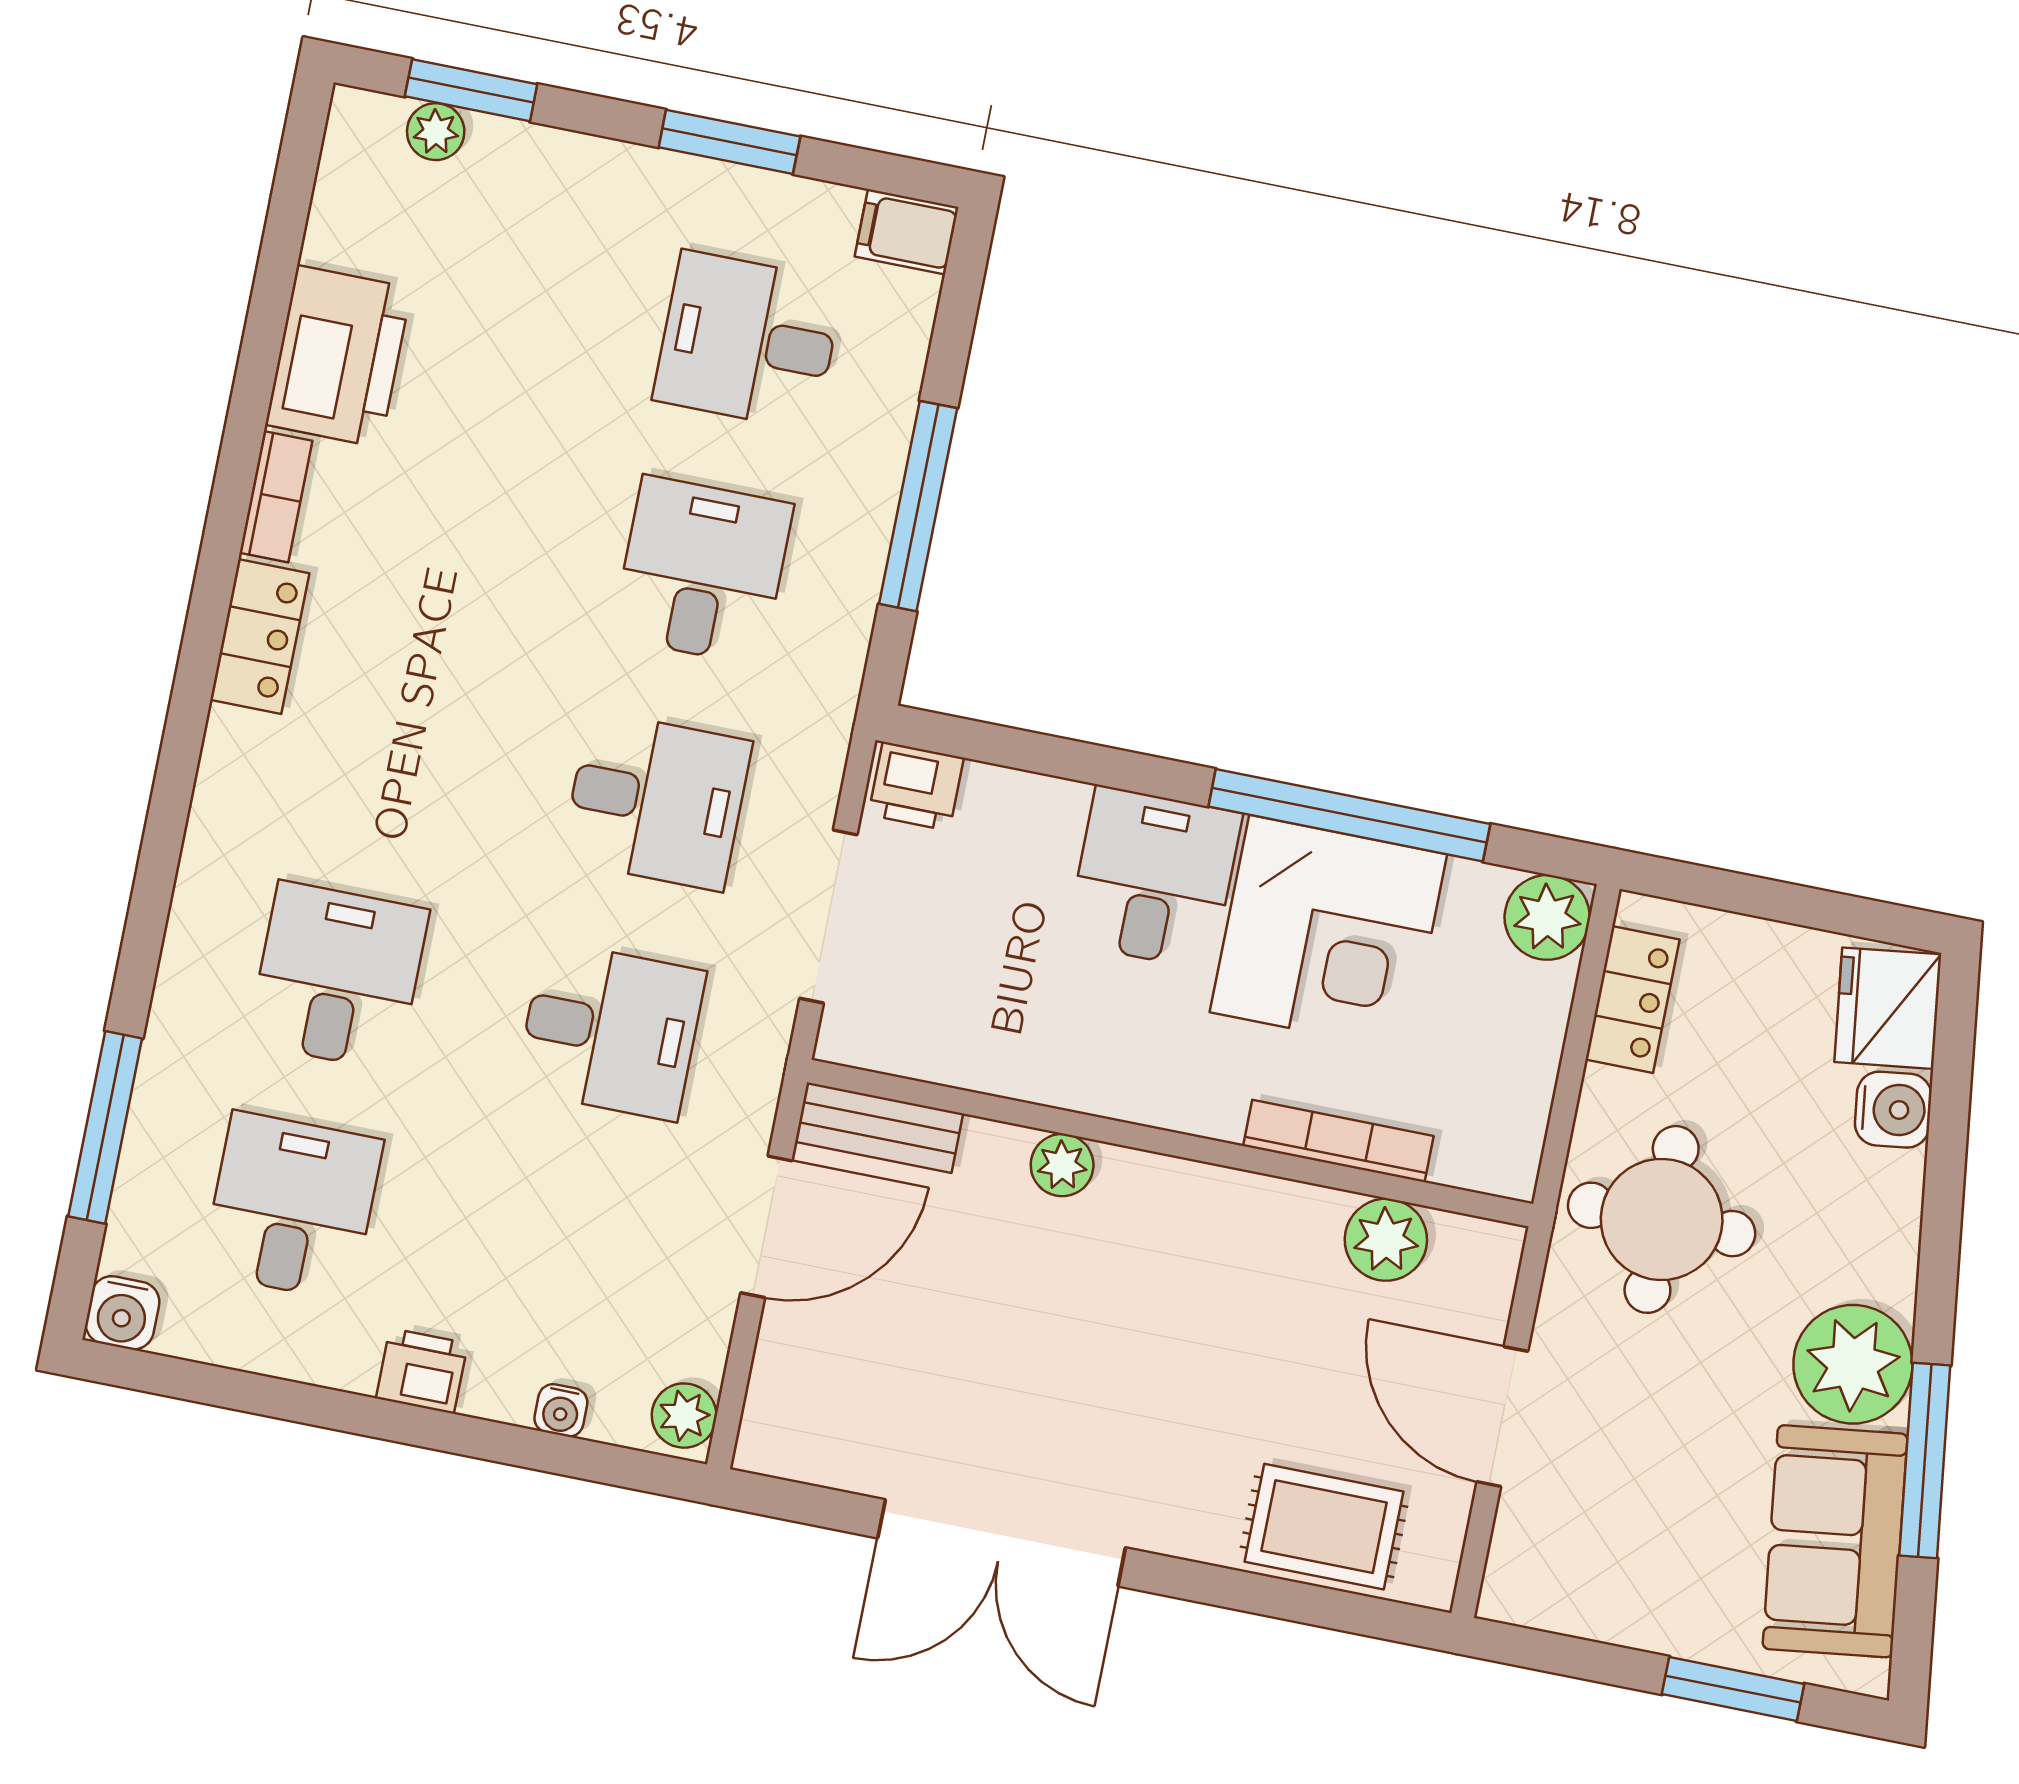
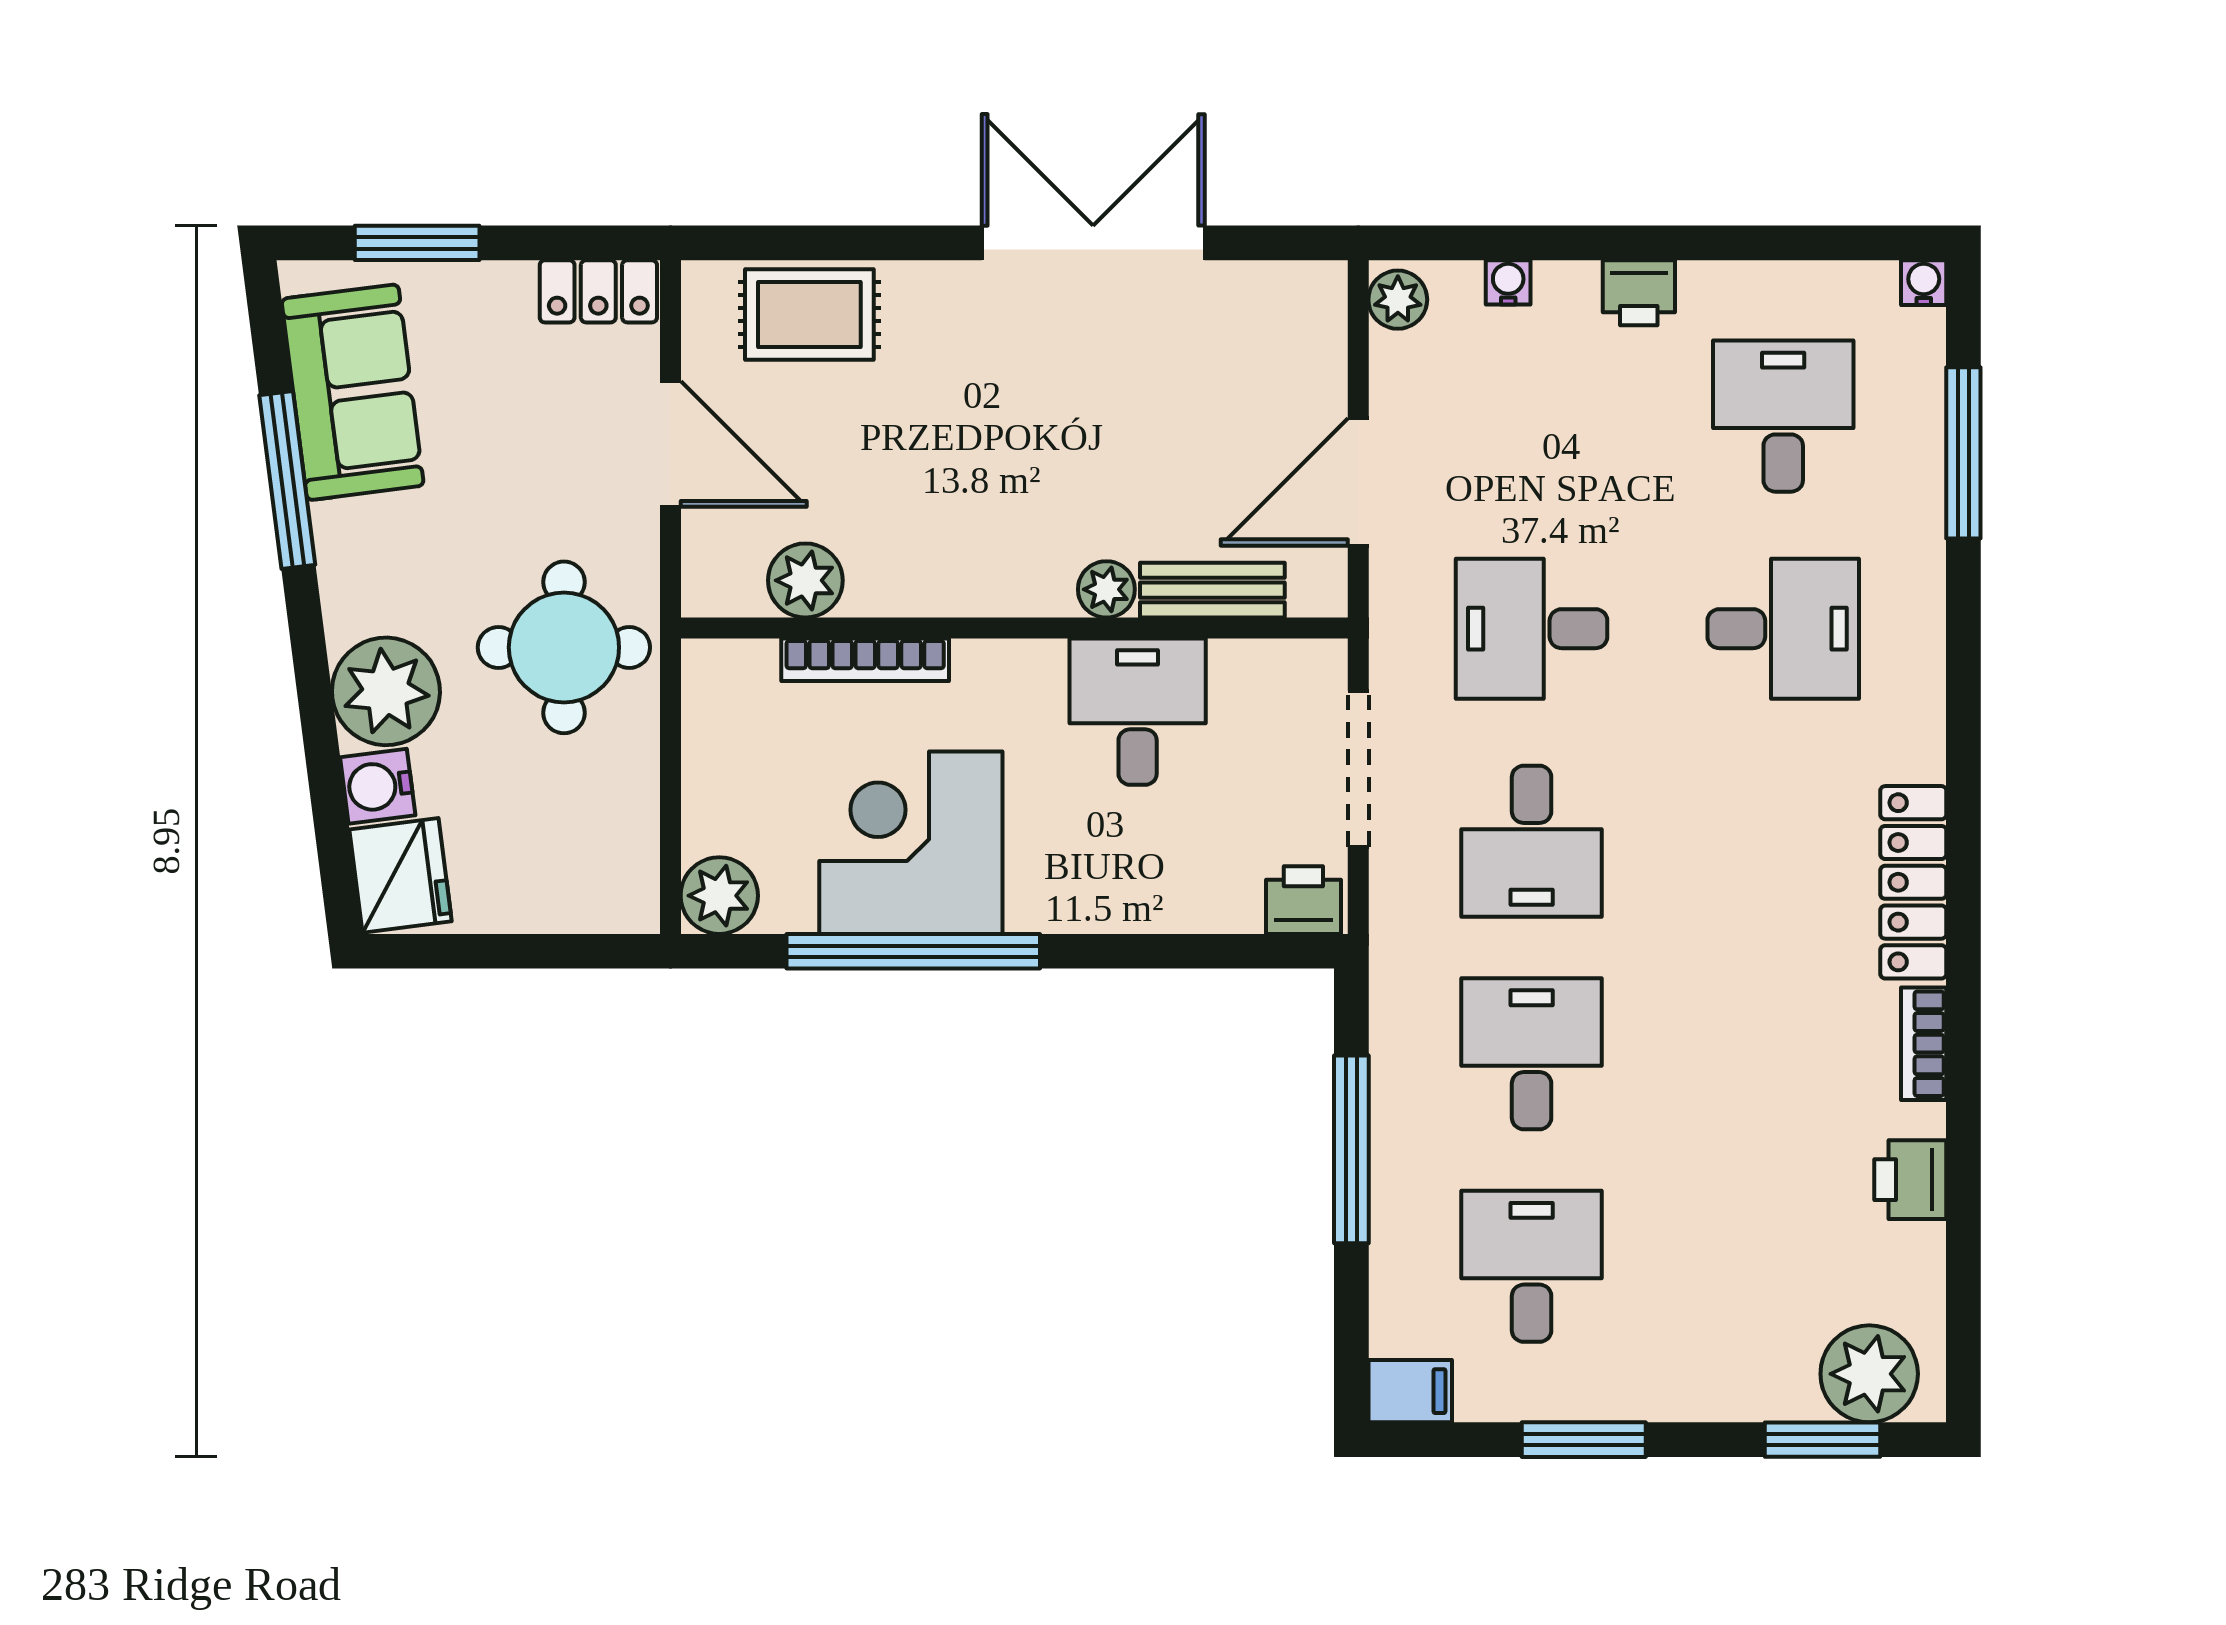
plant: (436, 132) -> (1869, 1374), width x1.87, depth x1.87
desk: (748, 341) -> (1532, 1266), turned -90
printer: (338, 356) -> (1910, 1180), width x0.53, depth x0.68
desk: (702, 571) -> (1532, 1054), turned 180
locker: (260, 636) -> (1913, 882), width x1.53
desk: (656, 801) -> (1532, 841), turned -90
desk: (1154, 878) -> (1138, 712), moved, turned 180
desk: (338, 976) -> (1783, 629), turned -90
locker: (1632, 1000) -> (598, 291), moved, turned -90
bench: (879, 1128) -> (1212, 590), moved
desk: (292, 1206) -> (1783, 416), turned 180
water cooler: (122, 1313) -> (1924, 283), width x0.72, depth x0.72
plant: (1853, 1364) -> (386, 691), moved

